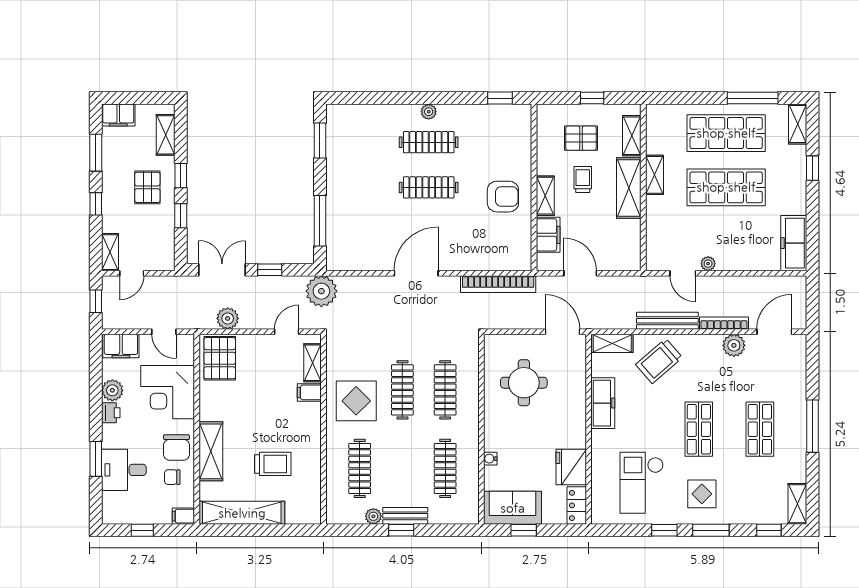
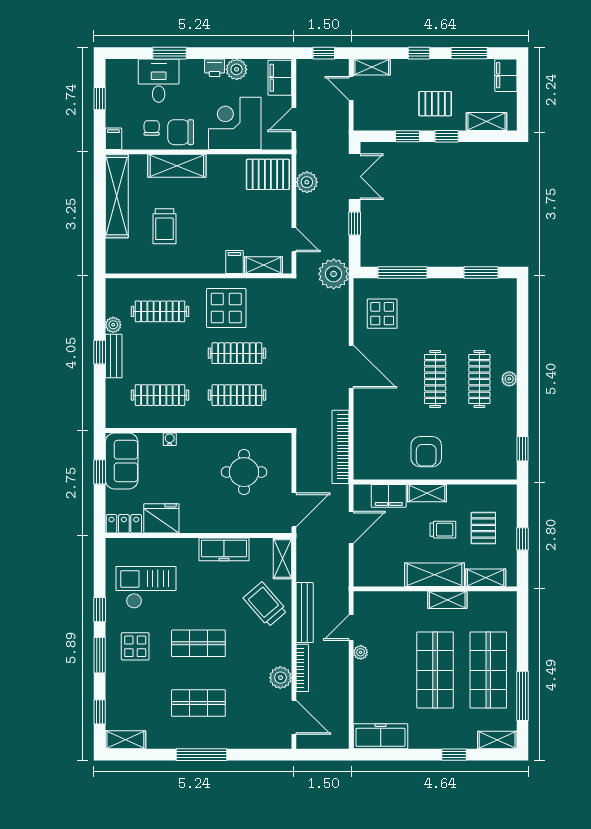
display table: (362, 242) -> (382, 314), added

